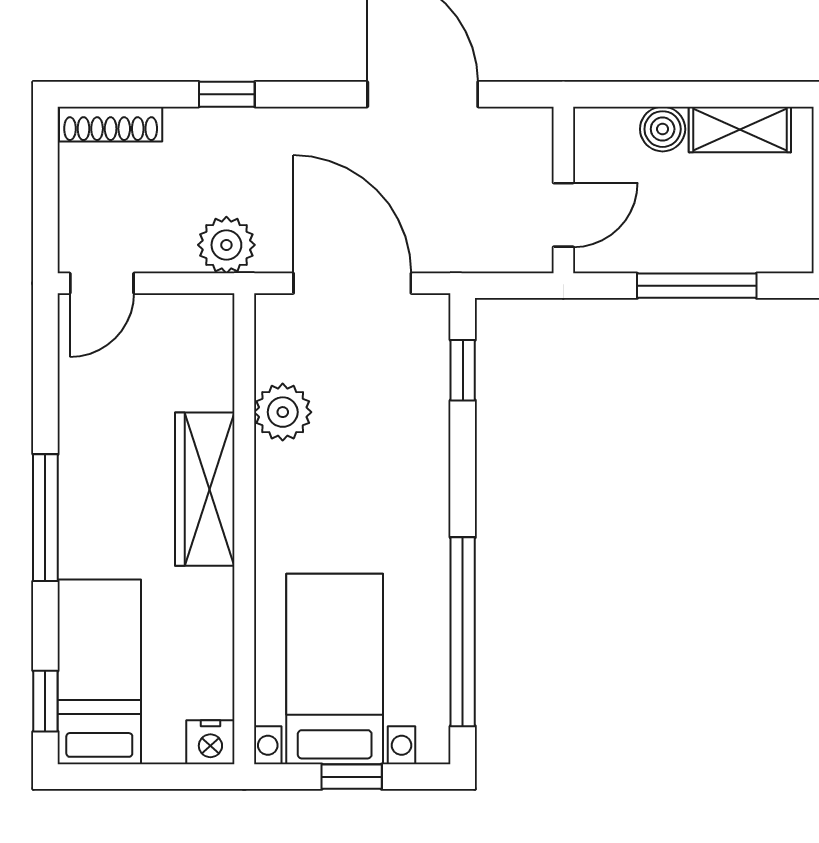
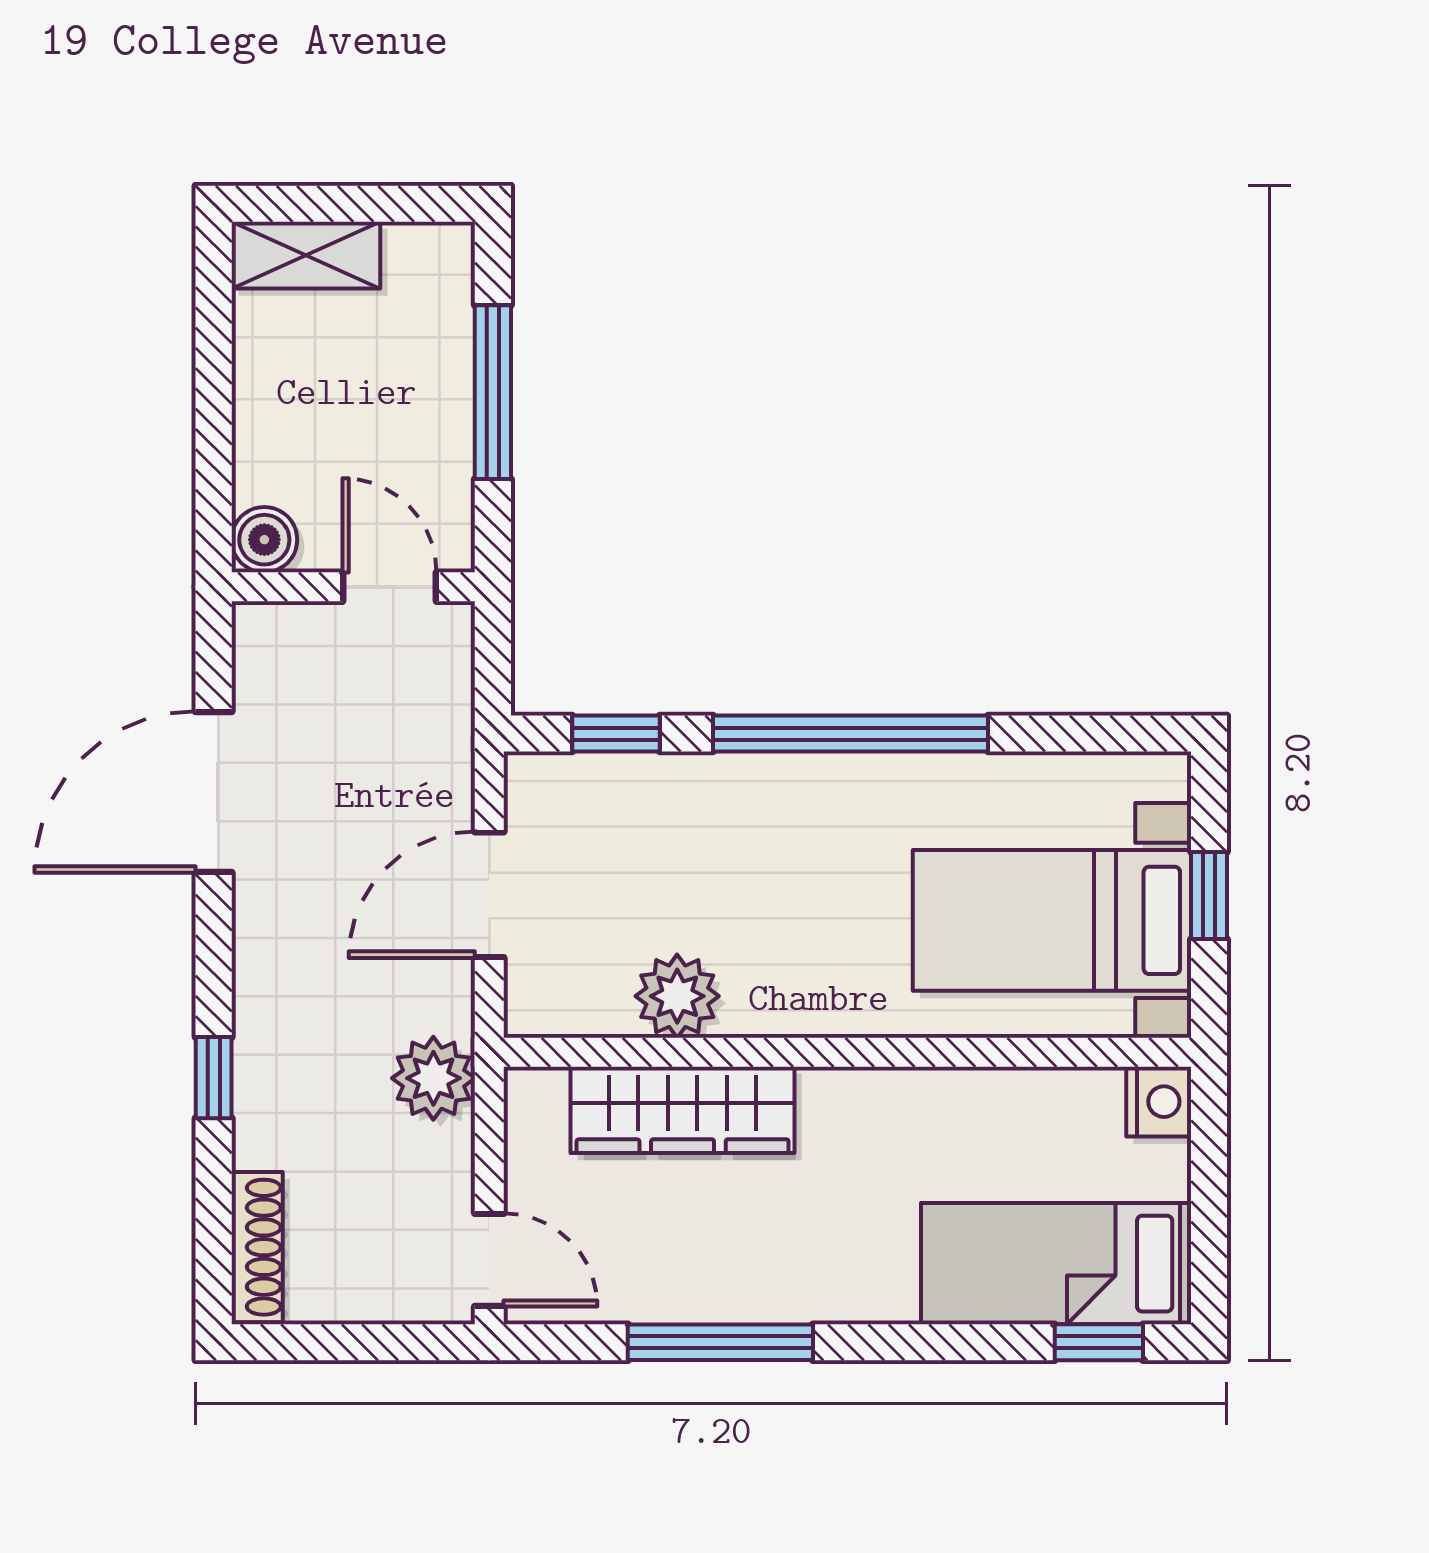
boiler: (663, 129) -> (264, 540), moved
shelving: (740, 129) -> (306, 255), moved, turned 90
door: (352, 283) -> (489, 895), width x0.73
wardrobe: (205, 489) -> (683, 1110), moved
window: (45, 518) -> (720, 1342), moved
window: (463, 632) -> (851, 734), moved

